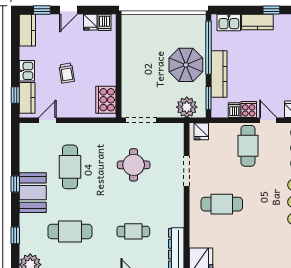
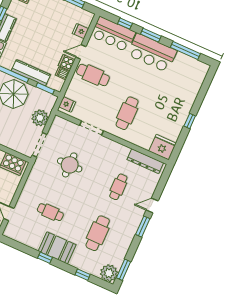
plant: (187, 107) -> (40, 118), moved
cafe table: (70, 167) -> (50, 212), width x0.73, depth x0.74

